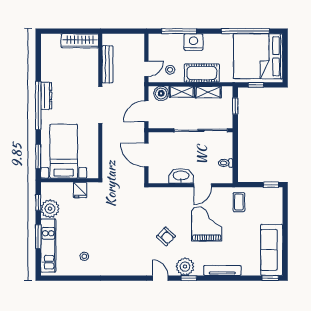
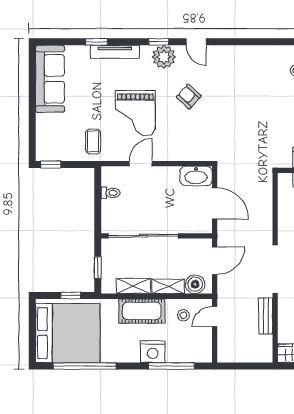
bench: (107, 64) -> (266, 316), width x0.73
washbasin: (181, 176) -> (196, 176), moved
window: (270, 278) -> (97, 42), moved

